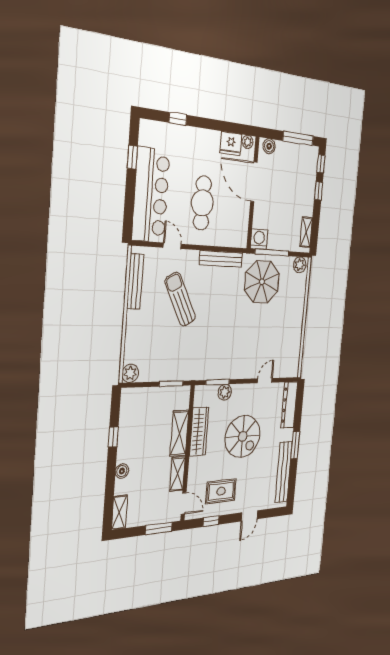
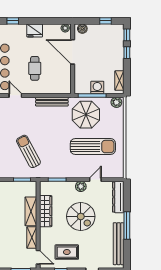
window: (298, 138) -> (106, 21), width x0.46
fridge: (231, 144) -> (35, 31), moved
cafe table: (202, 203) -> (35, 68), width x0.73, depth x0.74
washing machine: (259, 239) -> (97, 88), moved
sun lounger: (180, 299) -> (28, 151), moved
sun lounger: (266, 331) -> (93, 147), added
plant: (225, 392) -> (81, 186), moved
window: (295, 445) -> (127, 226), width x1.44

